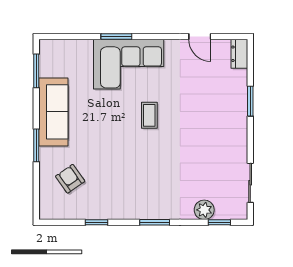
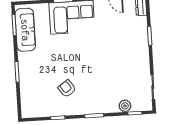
sofa: (53, 112) -> (25, 30), moved
coffee table: (149, 115) -> (87, 49), removed
armchair: (70, 179) -> (67, 89), moved

